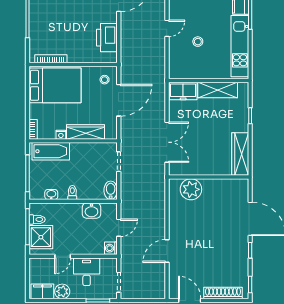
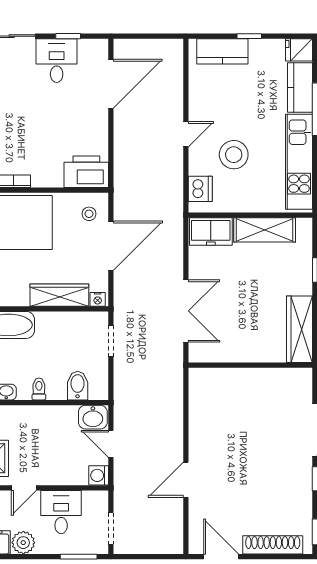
printer: (107, 38) -> (86, 172), moved, turned 90
stool: (198, 42) -> (234, 155), width x1.89, depth x1.89
dishwasher: (176, 64) -> (200, 189), added
nightstand: (61, 135) -> (98, 299), moved
plant: (191, 189) -> (223, 384), removed
bidet: (111, 190) -> (78, 386), moved
washbasin: (91, 211) -> (93, 417), moved
door: (119, 228) -> (111, 444), swing flipped

